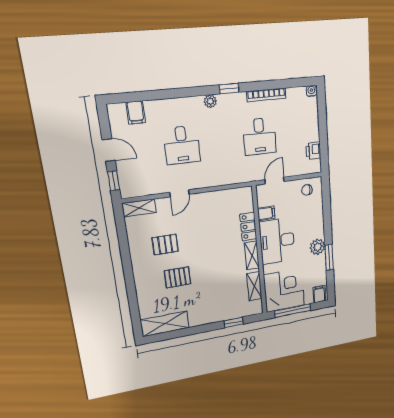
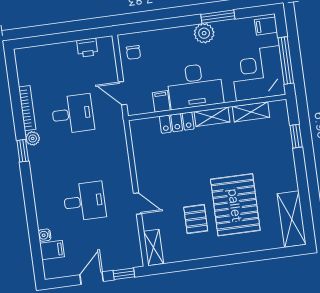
water cooler: (311, 91) -> (45, 235), moved
plant: (210, 101) -> (33, 138), moved
pallet: (178, 277) -> (235, 205), width x2.05, depth x2.00

